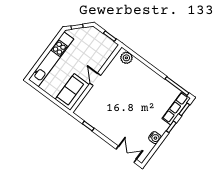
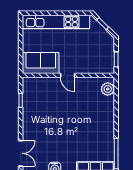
door: (95, 79) -> (68, 75), swing flipped

